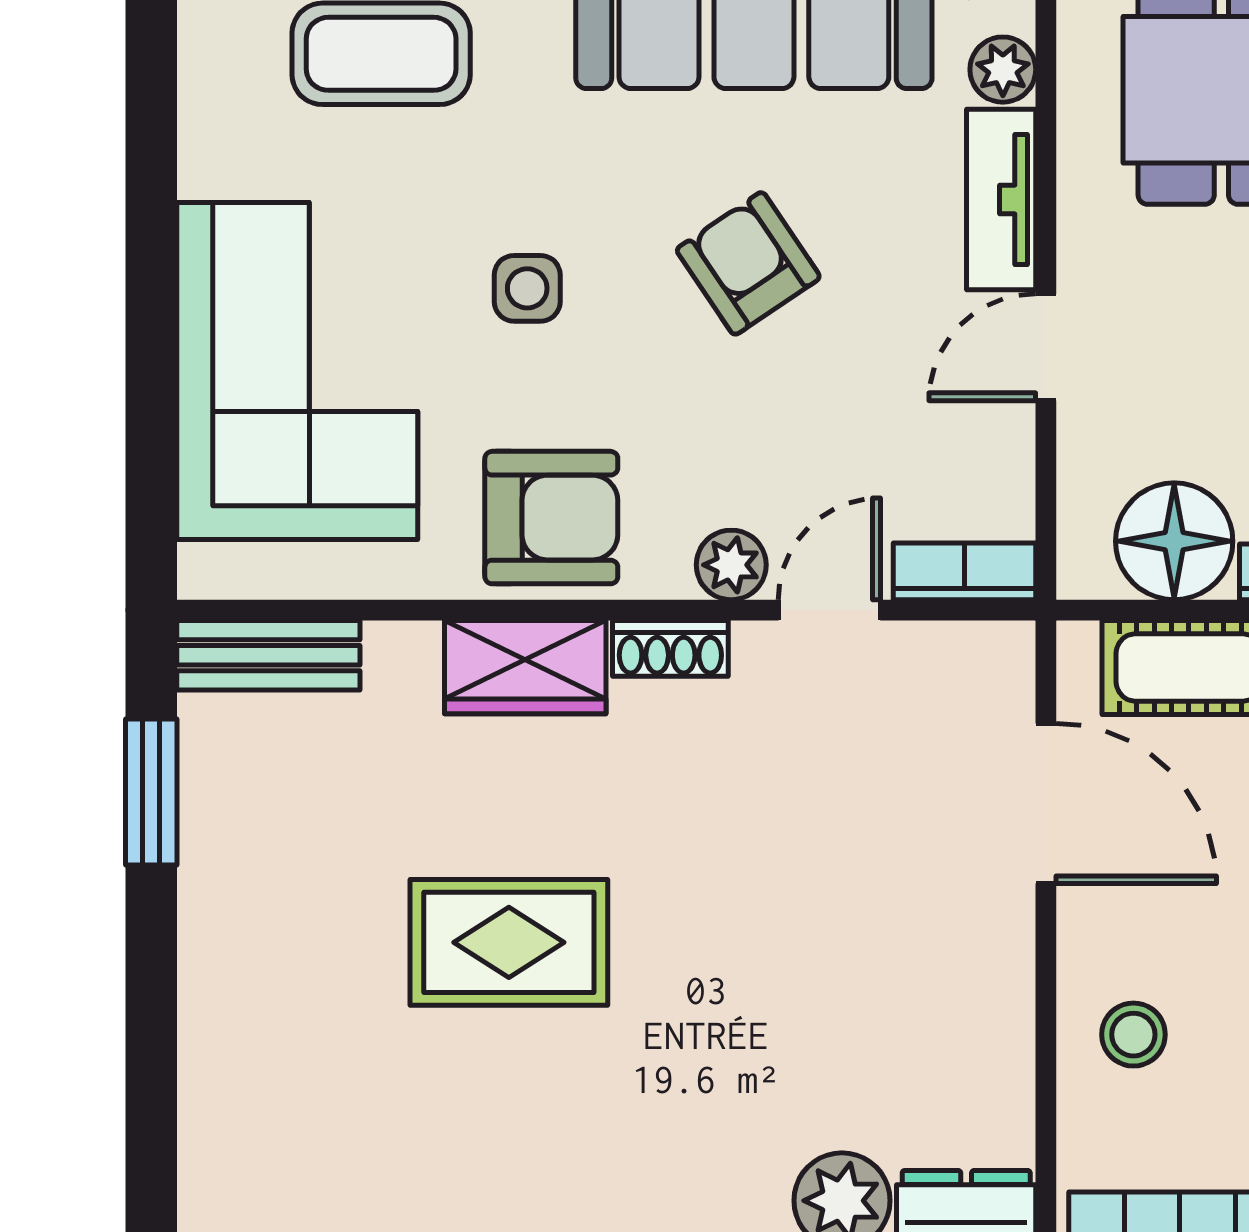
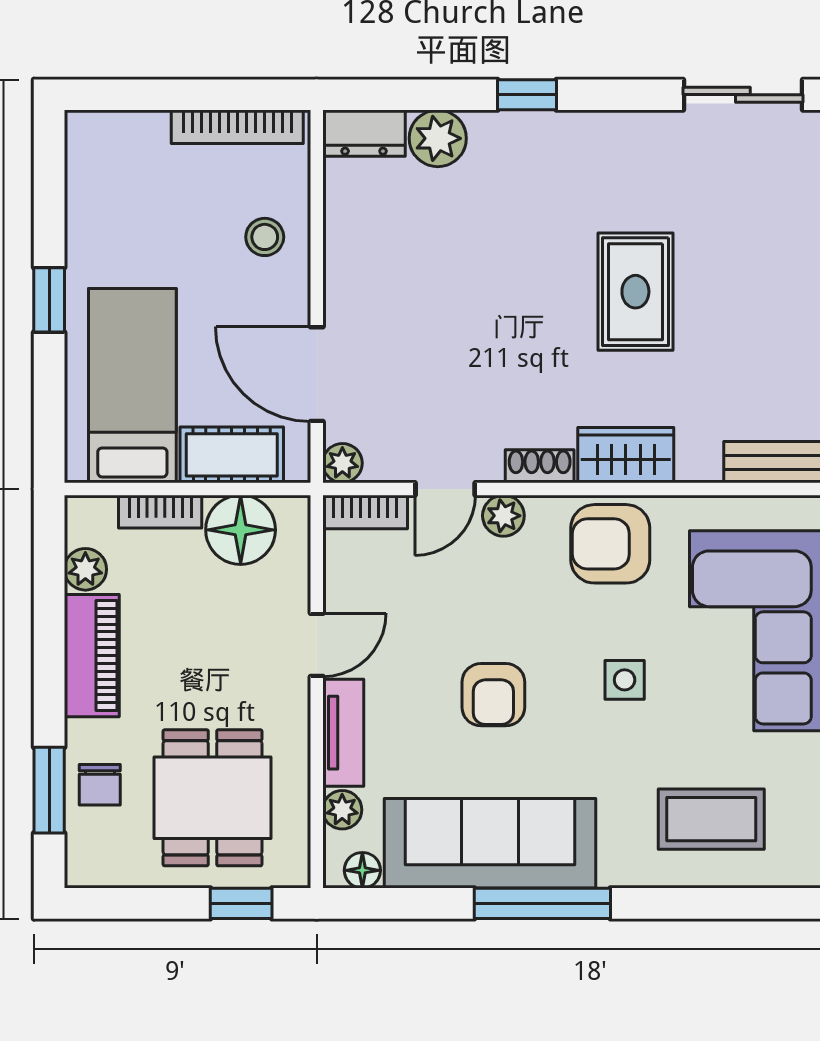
armchair: (748, 263) -> (493, 695), turned 34
plant: (1003, 654) -> (342, 463), added
rug: (509, 942) -> (635, 292), turned 90

